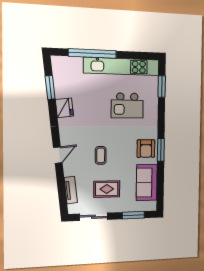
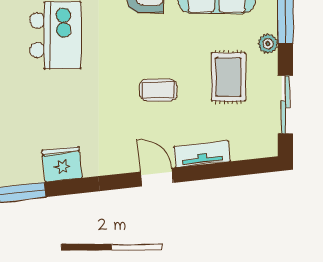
tv unit: (71, 190) -> (202, 154), moved
plant: (122, 207) -> (268, 44), added

